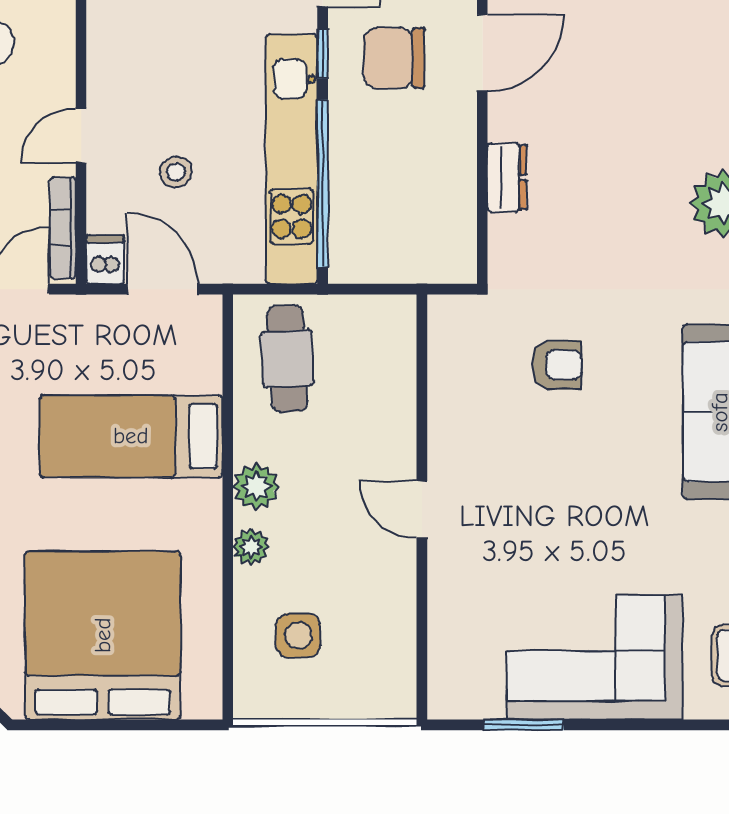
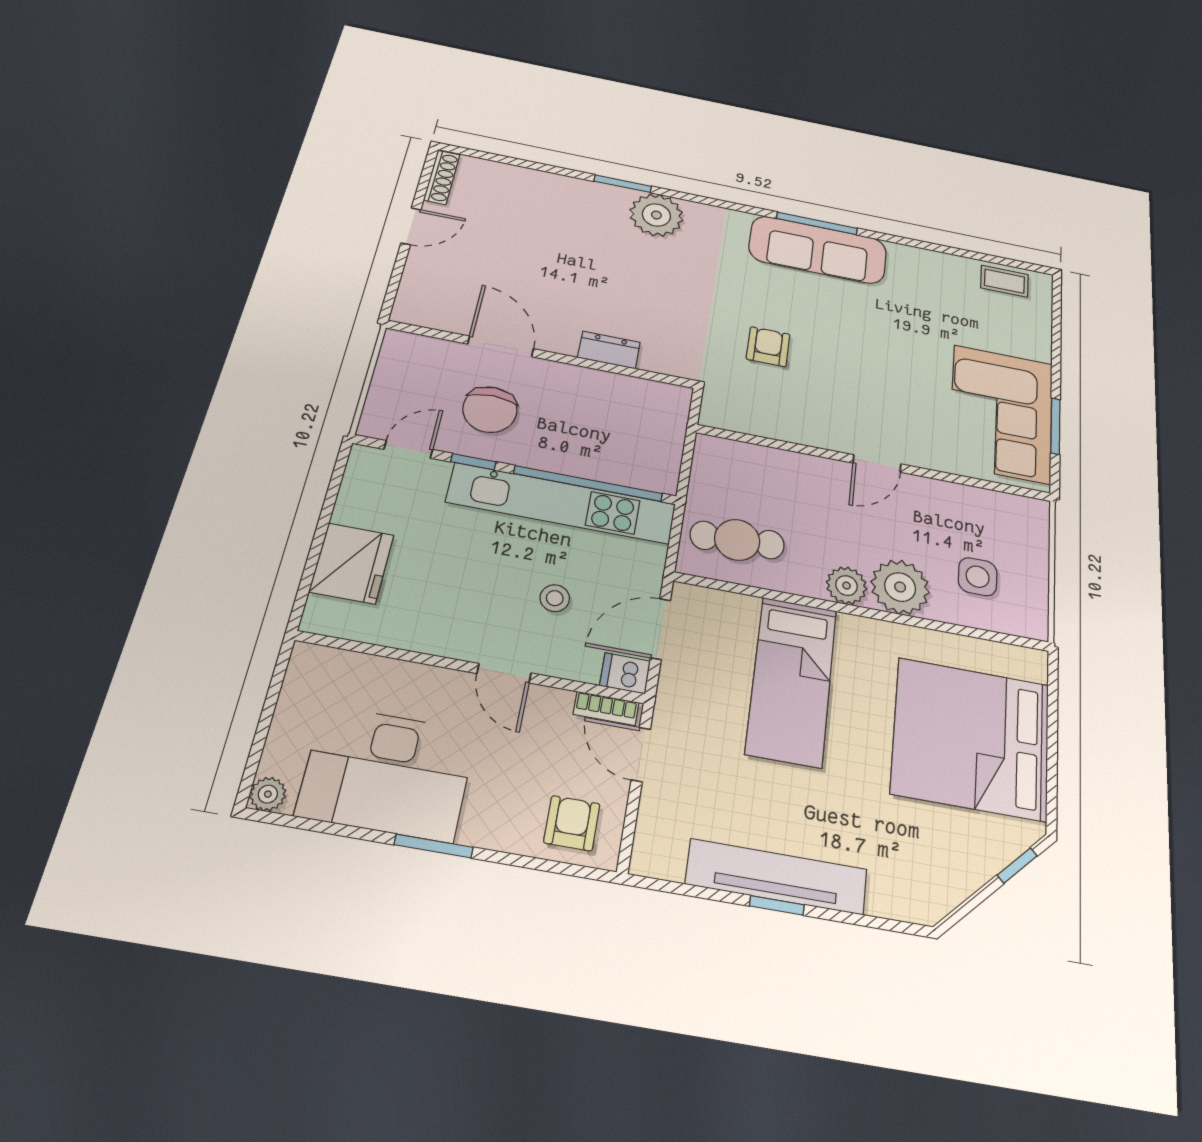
bookcase: (63, 228) -> (606, 708), width x0.64
plant: (251, 547) -> (900, 587), width x1.87, depth x1.87
corner sofa: (595, 657) -> (1001, 413), moved

